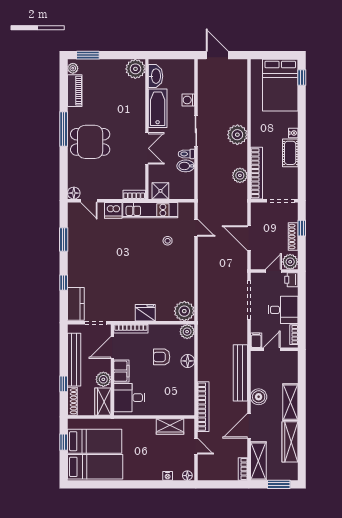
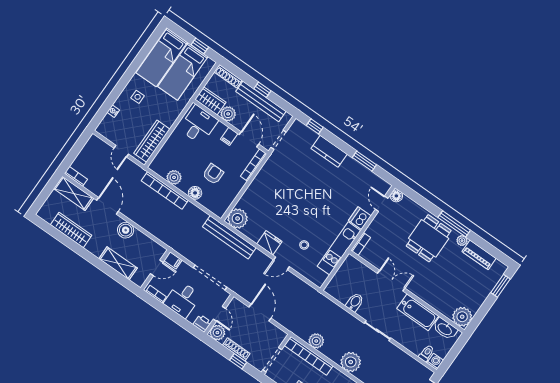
plant: (73, 68) -> (462, 241), moved
washing machine: (188, 100) -> (435, 362), moved
double door: (147, 148) -> (391, 281), swing flipped
toilet: (186, 154) -> (426, 353), moved
shower: (160, 191) -> (349, 268), removed
door: (89, 201) -> (382, 204), hinge flipped
door: (196, 228) -> (281, 263), moved
door: (249, 238) -> (260, 313), hinge flipped
window: (64, 283) -> (315, 126), moved
kitchen counter: (76, 304) -> (329, 151), moved
fridge: (145, 313) -> (269, 243), moved, turned -90
plant: (187, 332) -> (174, 177), moved
door: (272, 349) -> (157, 268), hinge flipped
filing cabinet: (121, 371) -> (229, 136), width x0.50
bench: (240, 373) -> (229, 237), moved
window: (64, 384) -> (262, 90), moved
shelving: (290, 402) -> (118, 263), moved
bookcase: (203, 407) -> (165, 191), moved
wardrobe: (170, 426) -> (152, 141), width x1.50
door: (196, 446) -> (121, 151), hinge flipped
side table: (142, 464) -> (138, 97), added
floor lamp: (187, 476) -> (102, 127), removed
window: (279, 484) -> (43, 197), removed

